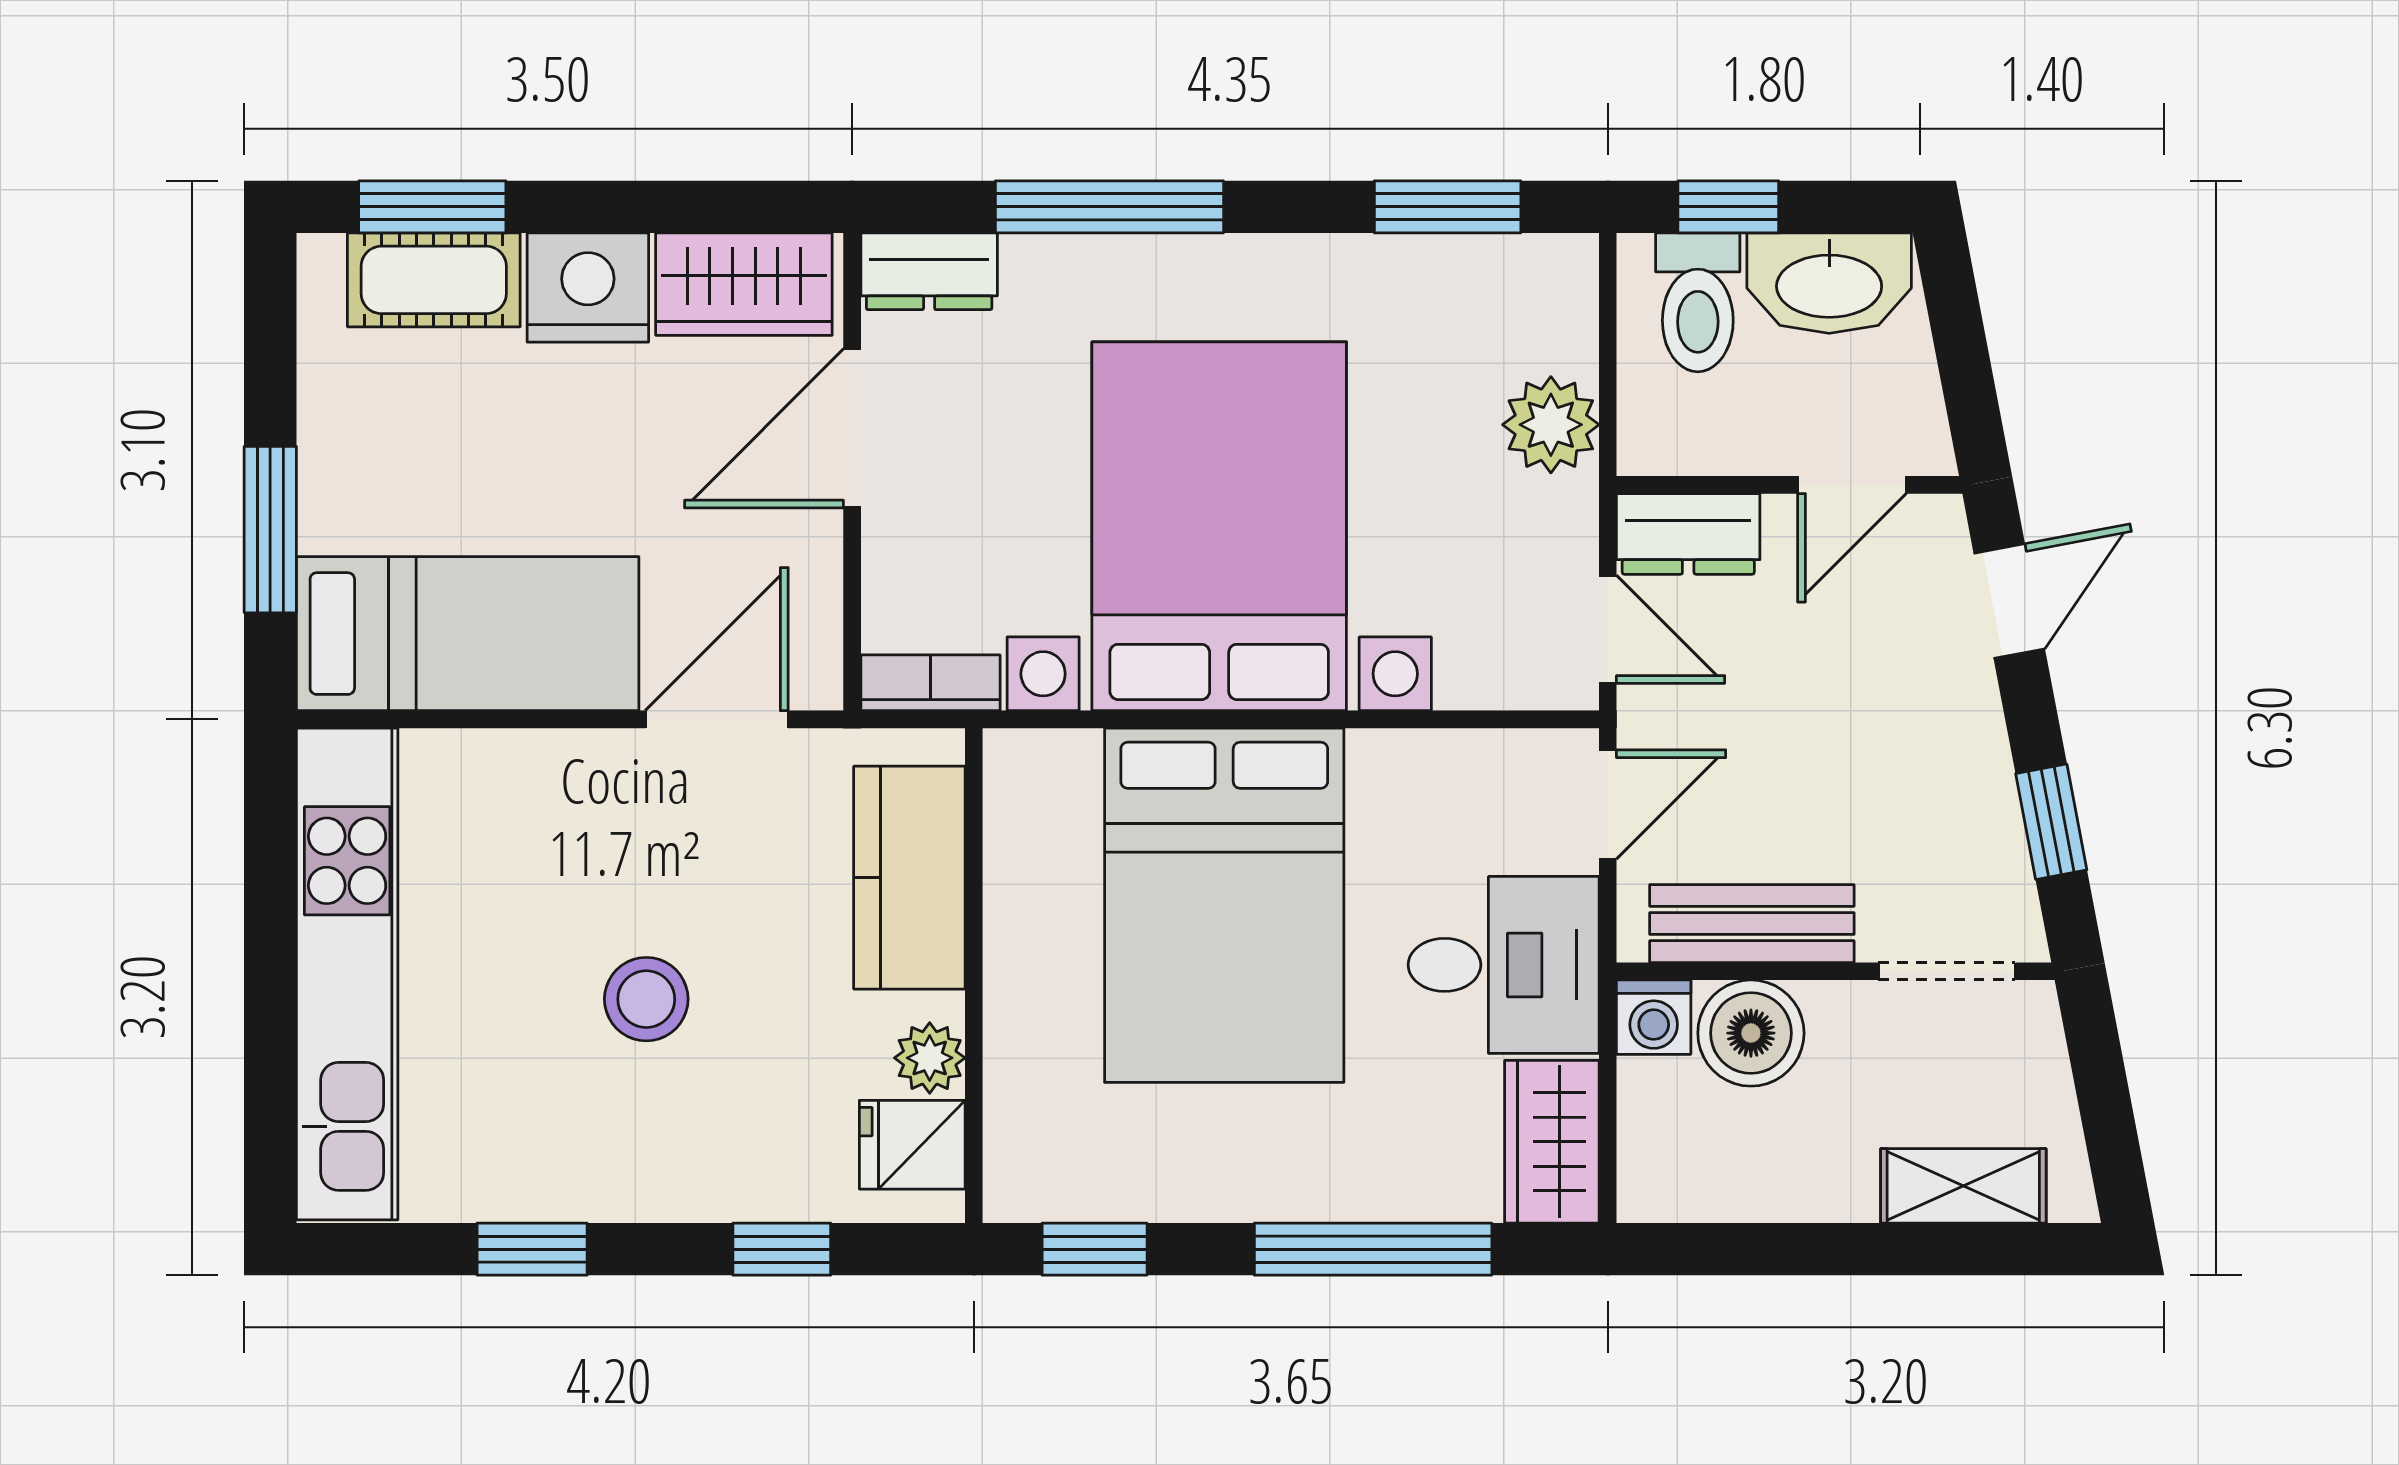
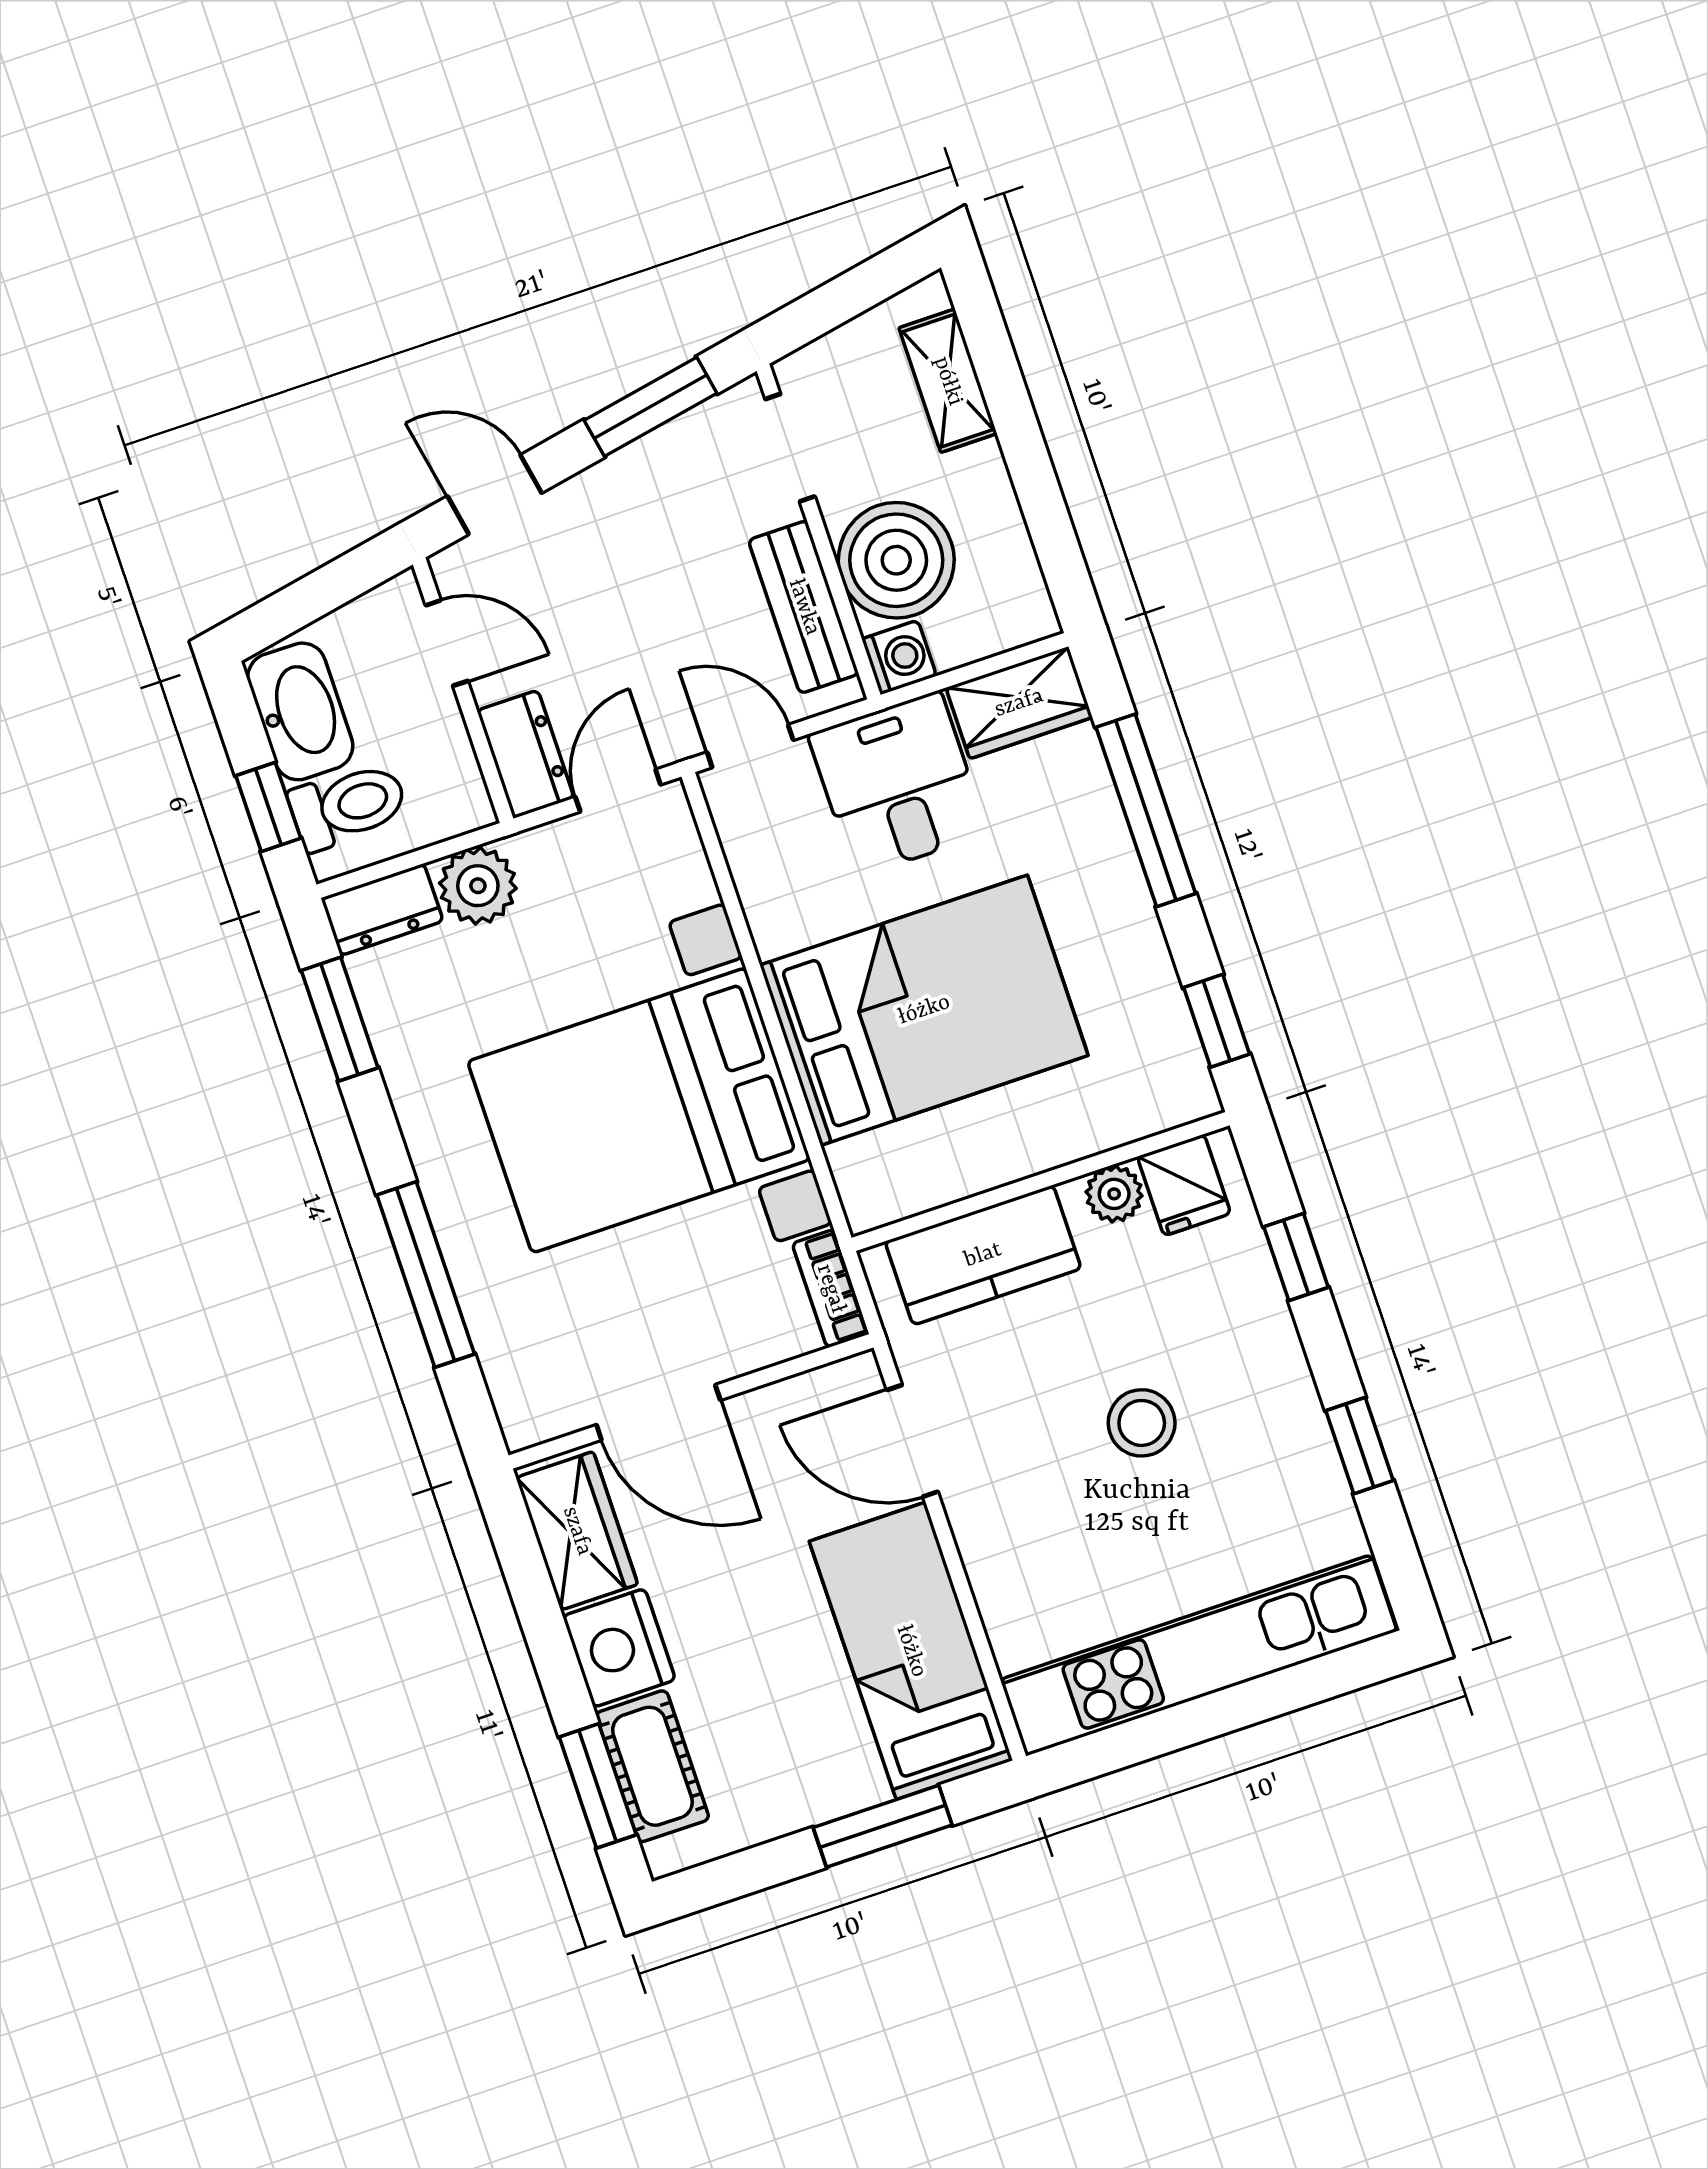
dresser: (929, 271) -> (382, 910), moved, turned 90
window: (2051, 822) -> (651, 407), width x1.50
boiler: (1751, 1033) -> (896, 560), width x1.37, depth x1.37

